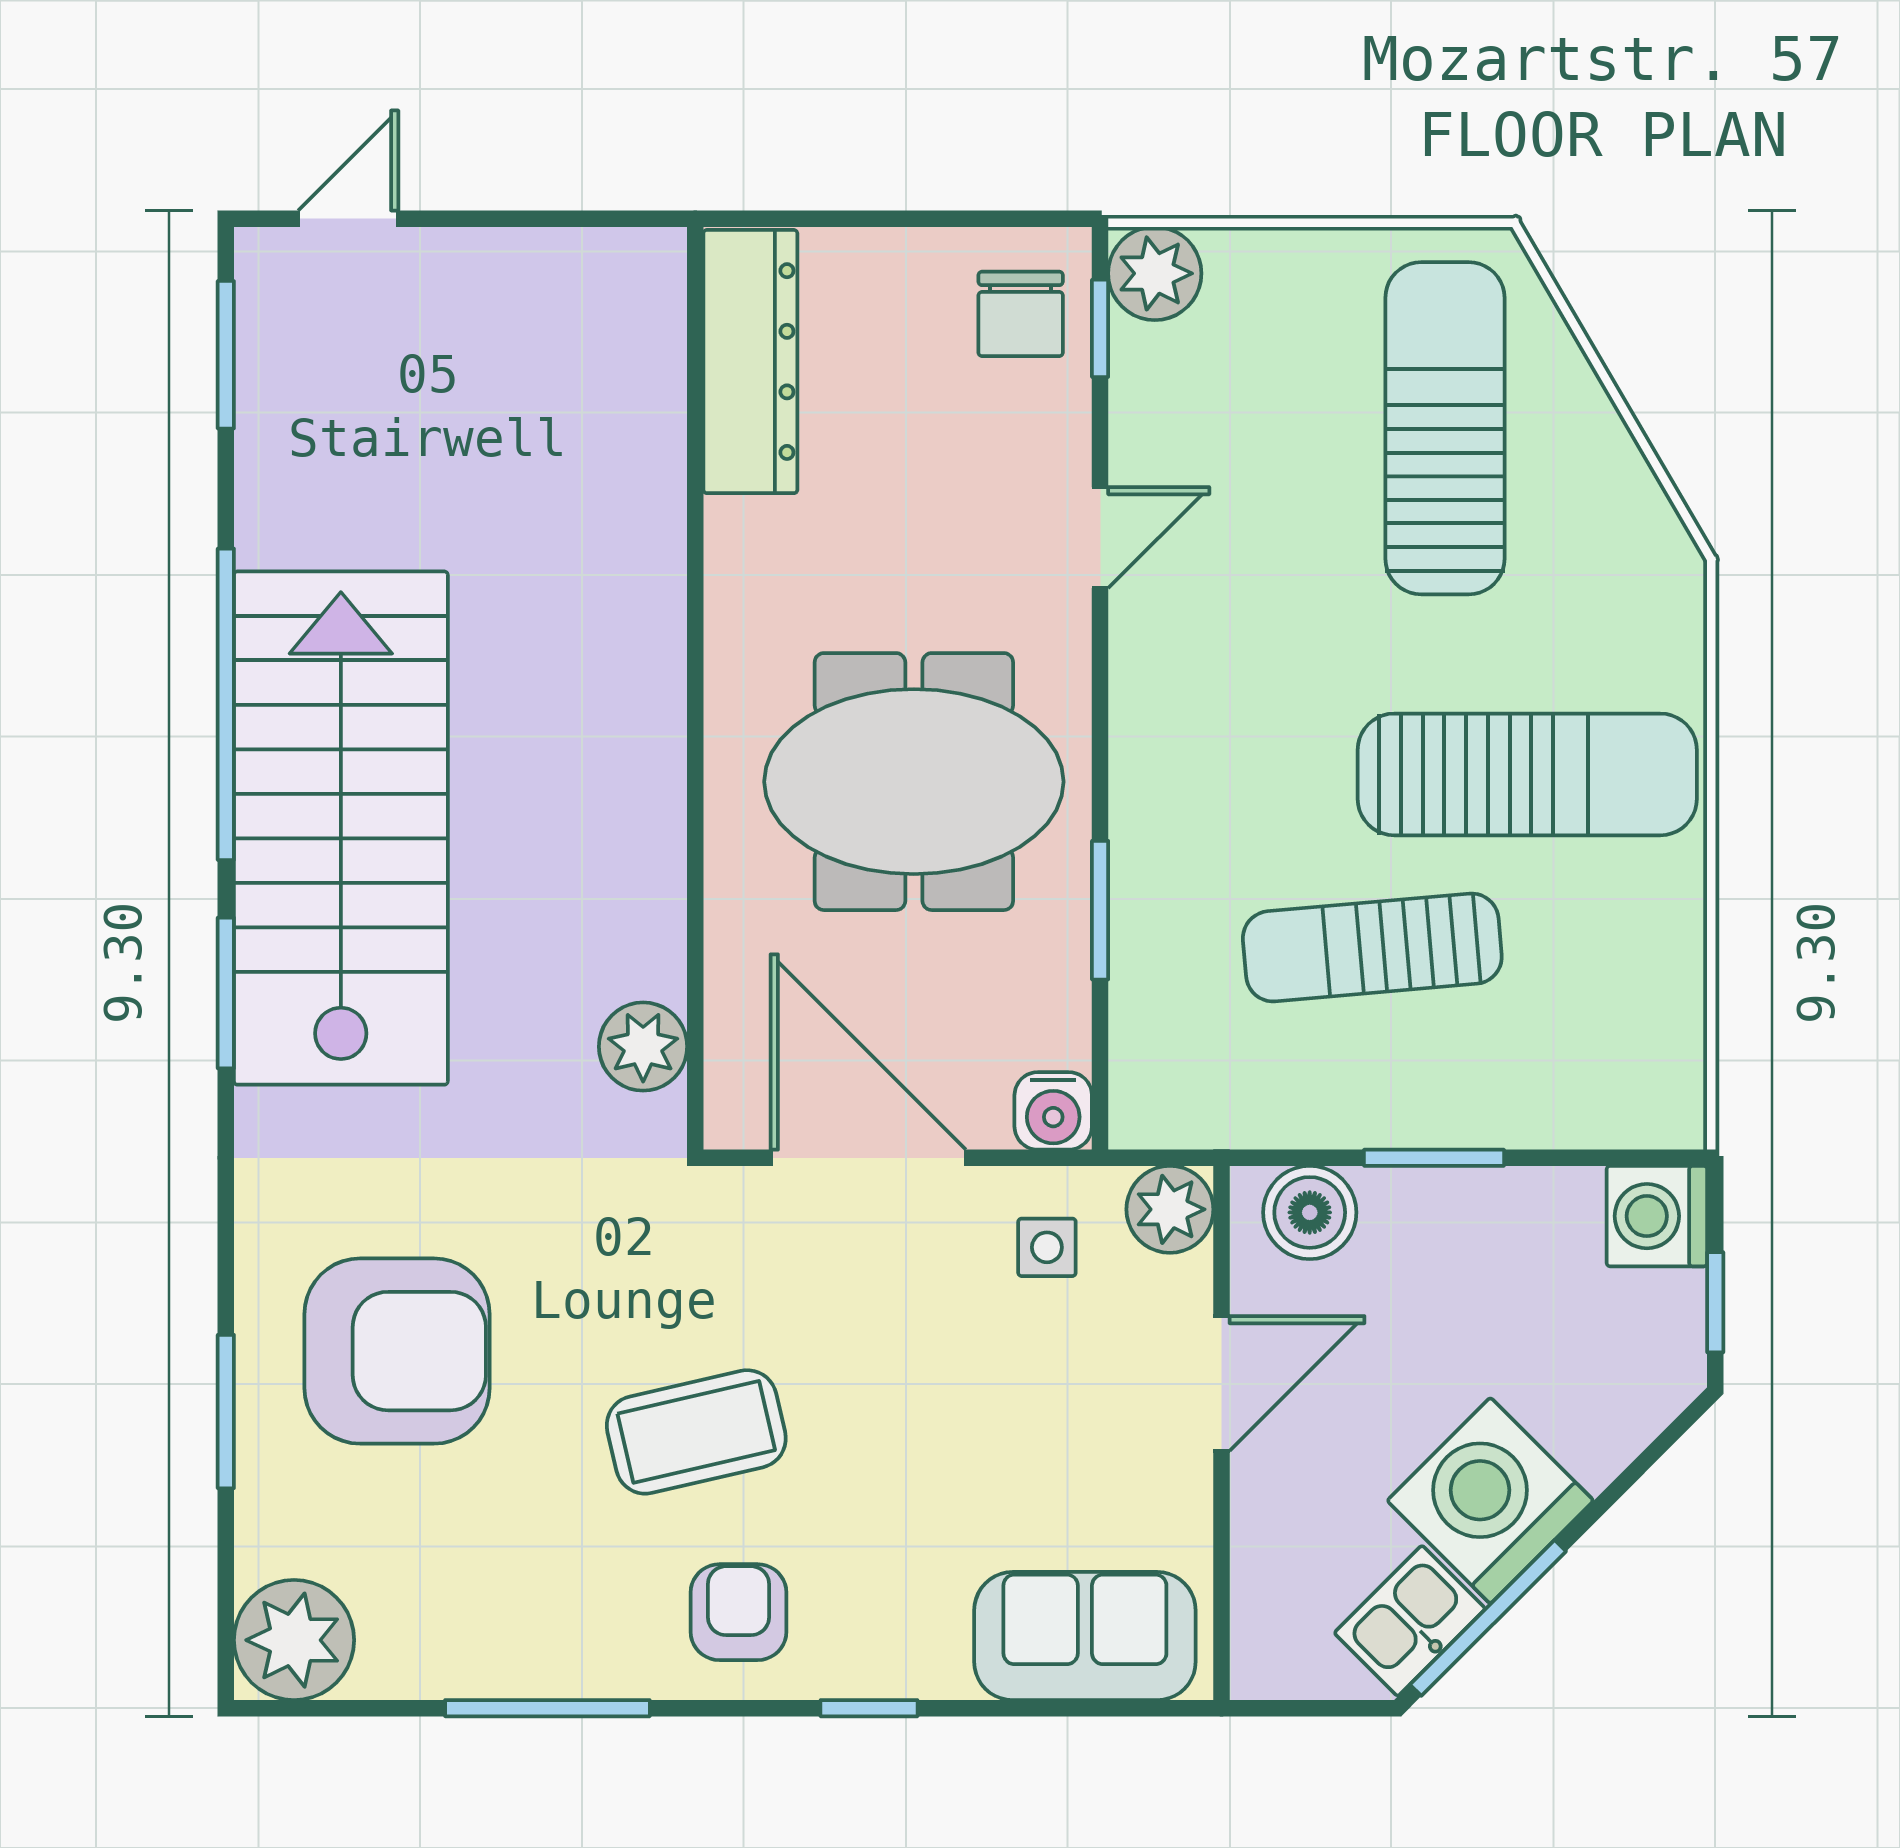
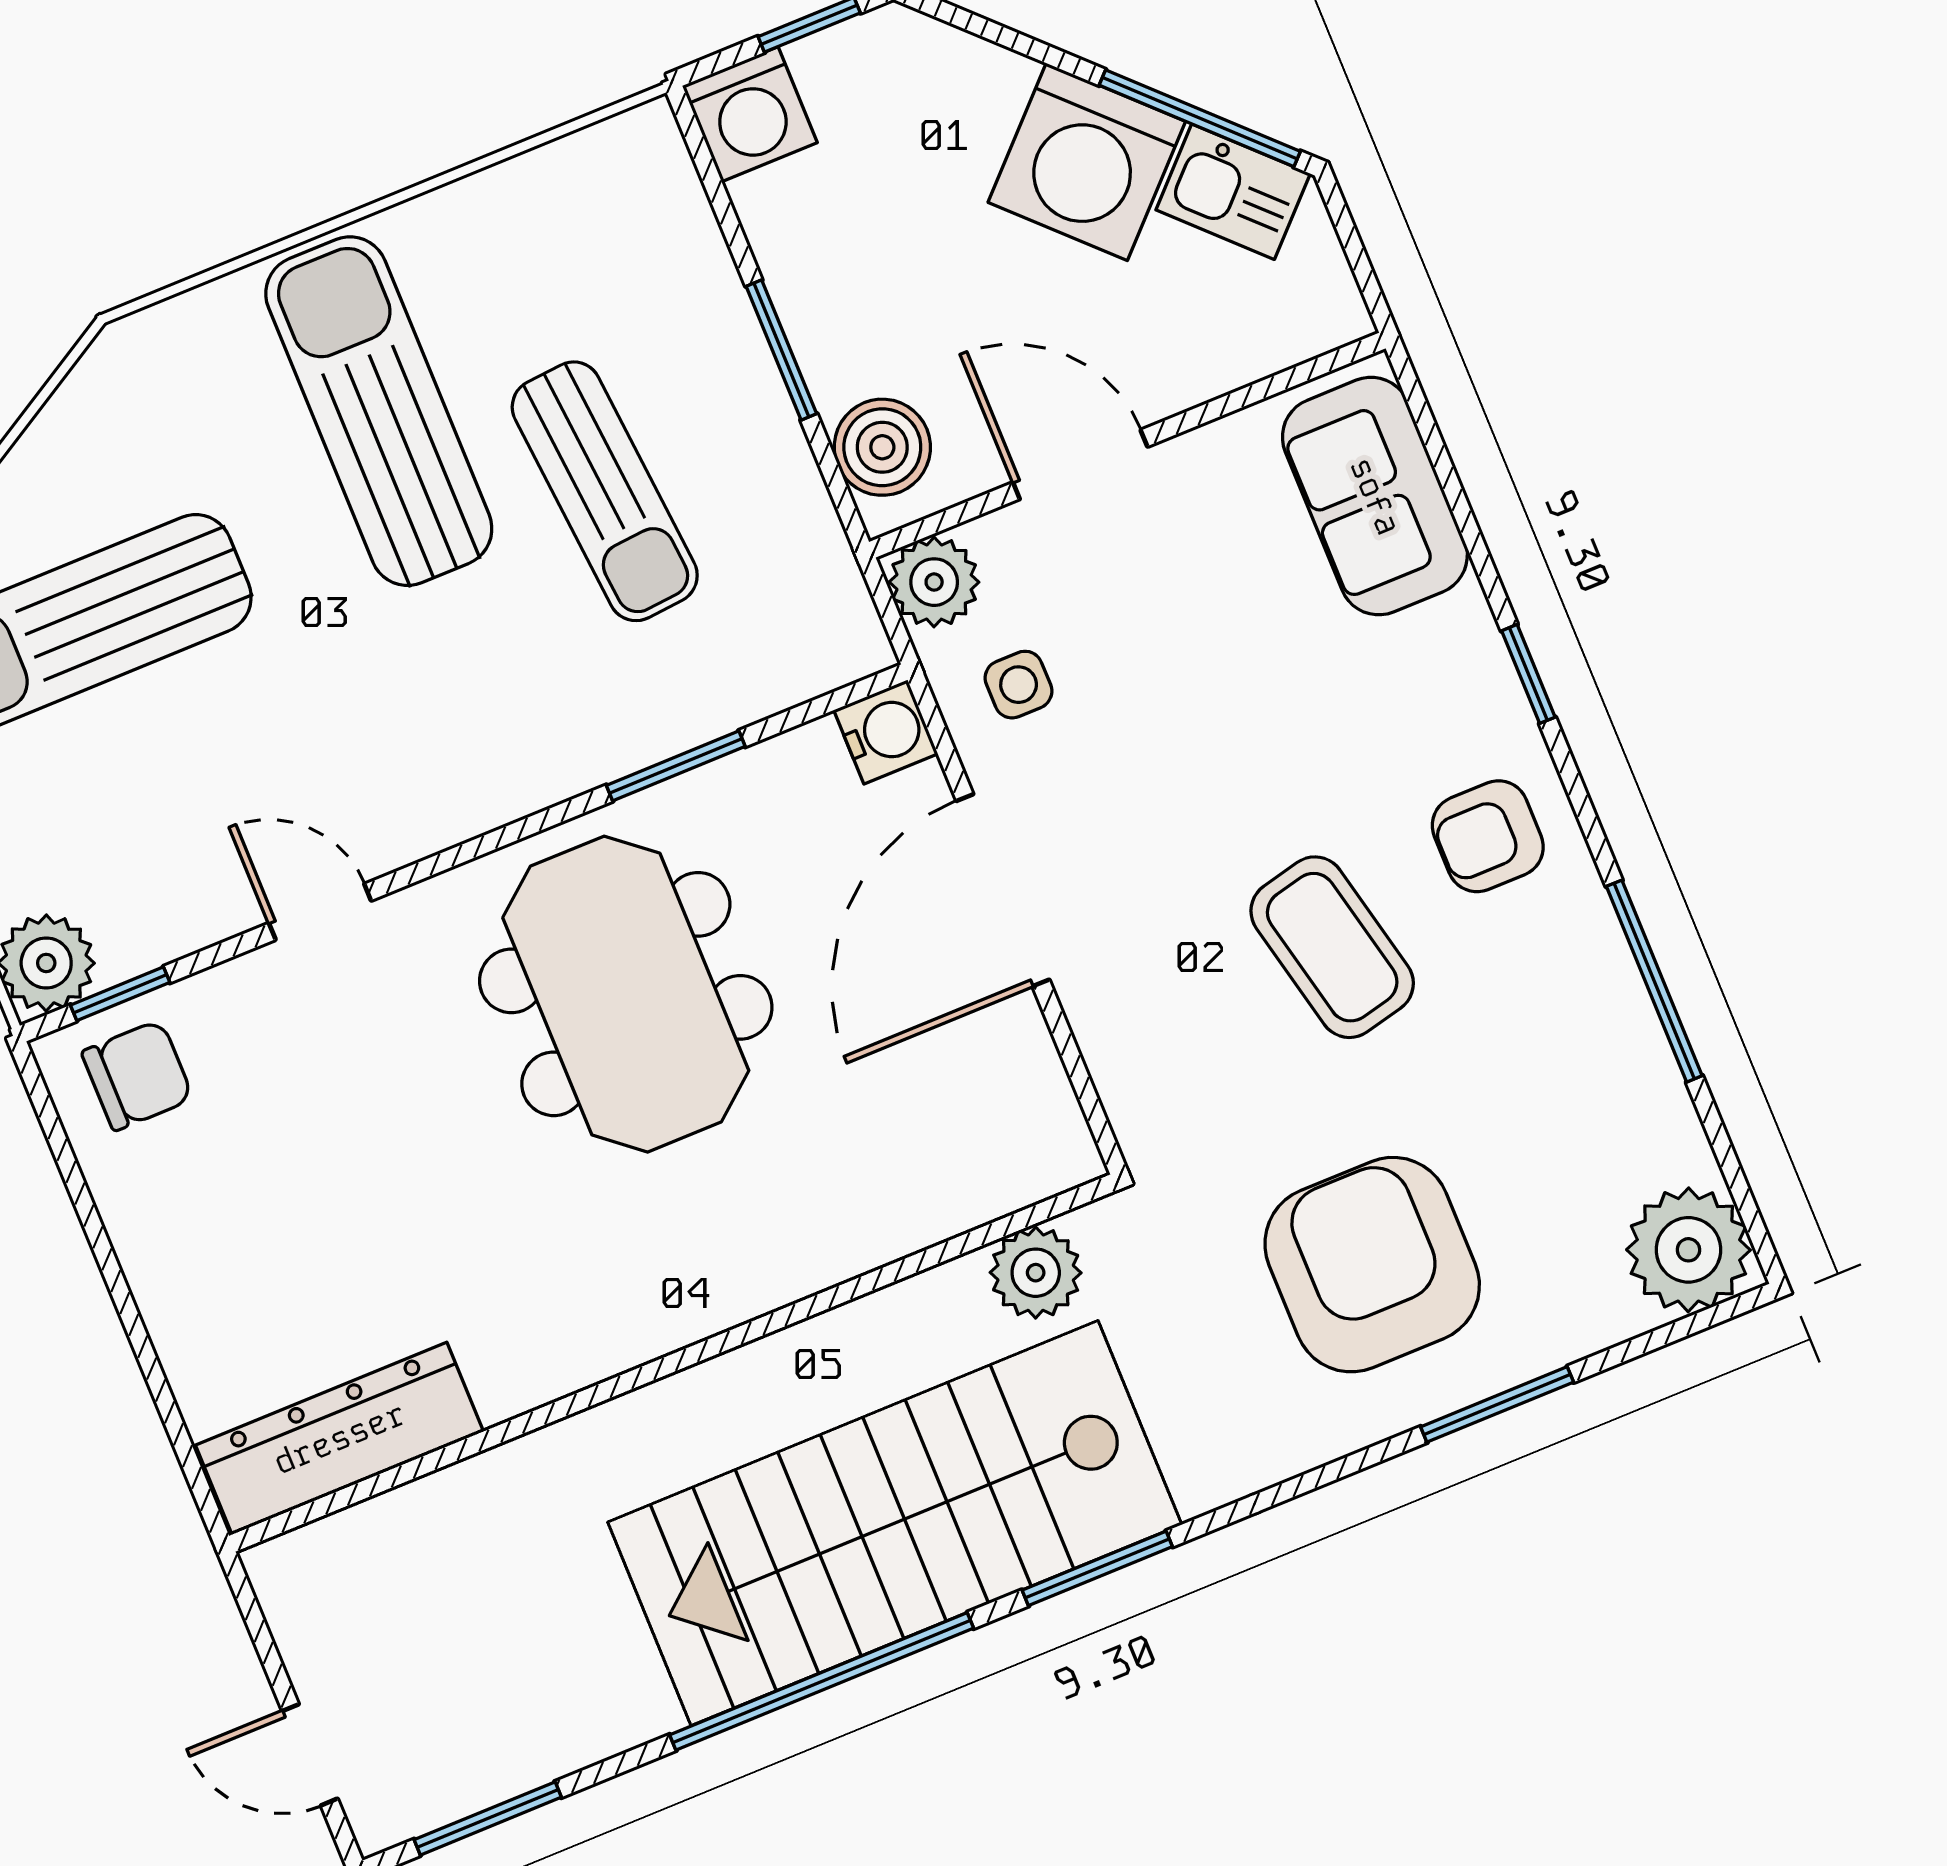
dresser: (750, 362) -> (340, 1438), moved
wall: (695, 688) -> (673, 1363), moved
plant: (643, 1047) -> (1036, 1273), moved

